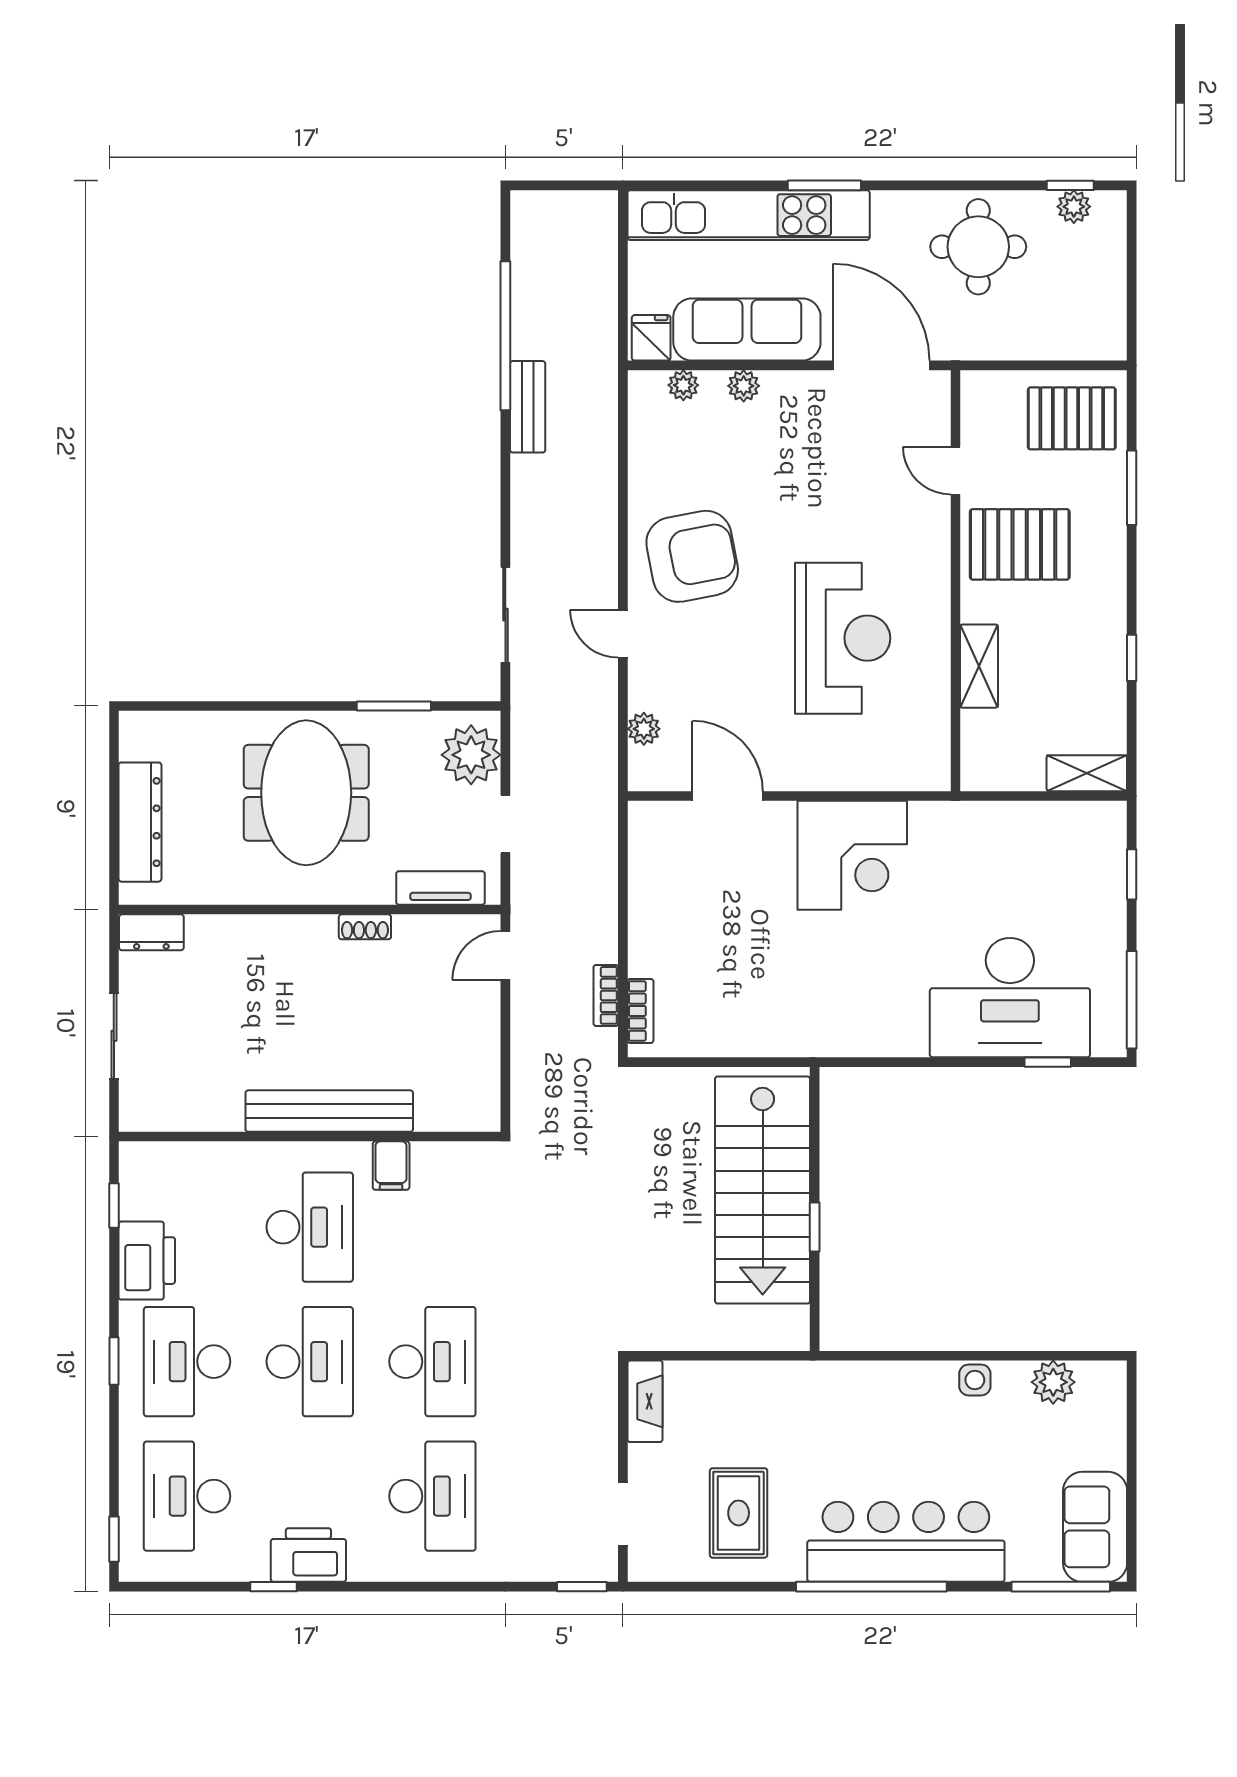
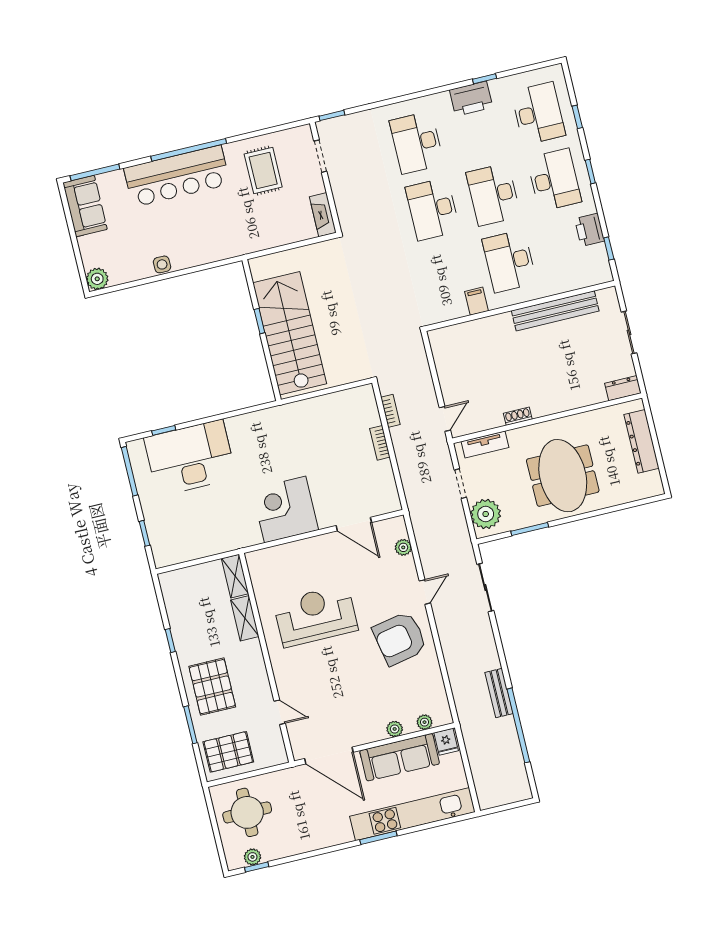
round table: (978, 247) -> (247, 812), moved
pallet: (1020, 544) -> (212, 687), moved, turned 90
door: (623, 634) -> (425, 592), hinge flipped
reception desk: (843, 638) -> (316, 616), turned 90
shelving: (1087, 773) -> (235, 576), moved, turned 90
bookcase: (640, 1011) -> (380, 443), moved
bench: (329, 1111) -> (555, 311), moved
printer: (147, 1261) -> (590, 230), width x0.73, depth x0.84
plant: (1053, 1382) -> (97, 279), moved
window: (114, 1539) -> (577, 117), moved

